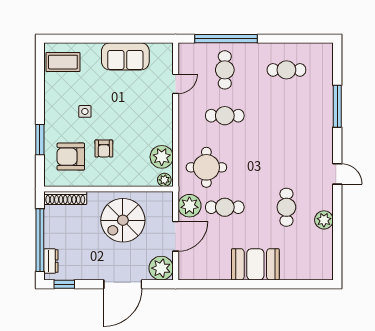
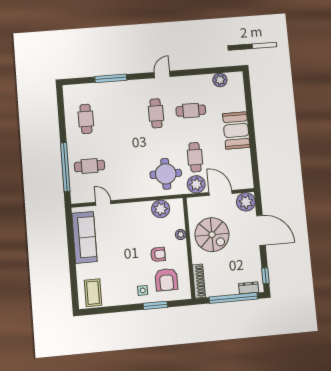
sofa: (125, 56) -> (84, 237), width x1.36
side table: (85, 111) -> (143, 290), moved
cafe table: (225, 116) -> (156, 113), moved
plant: (164, 180) -> (181, 235), moved
plant: (324, 220) -> (220, 80), moved

